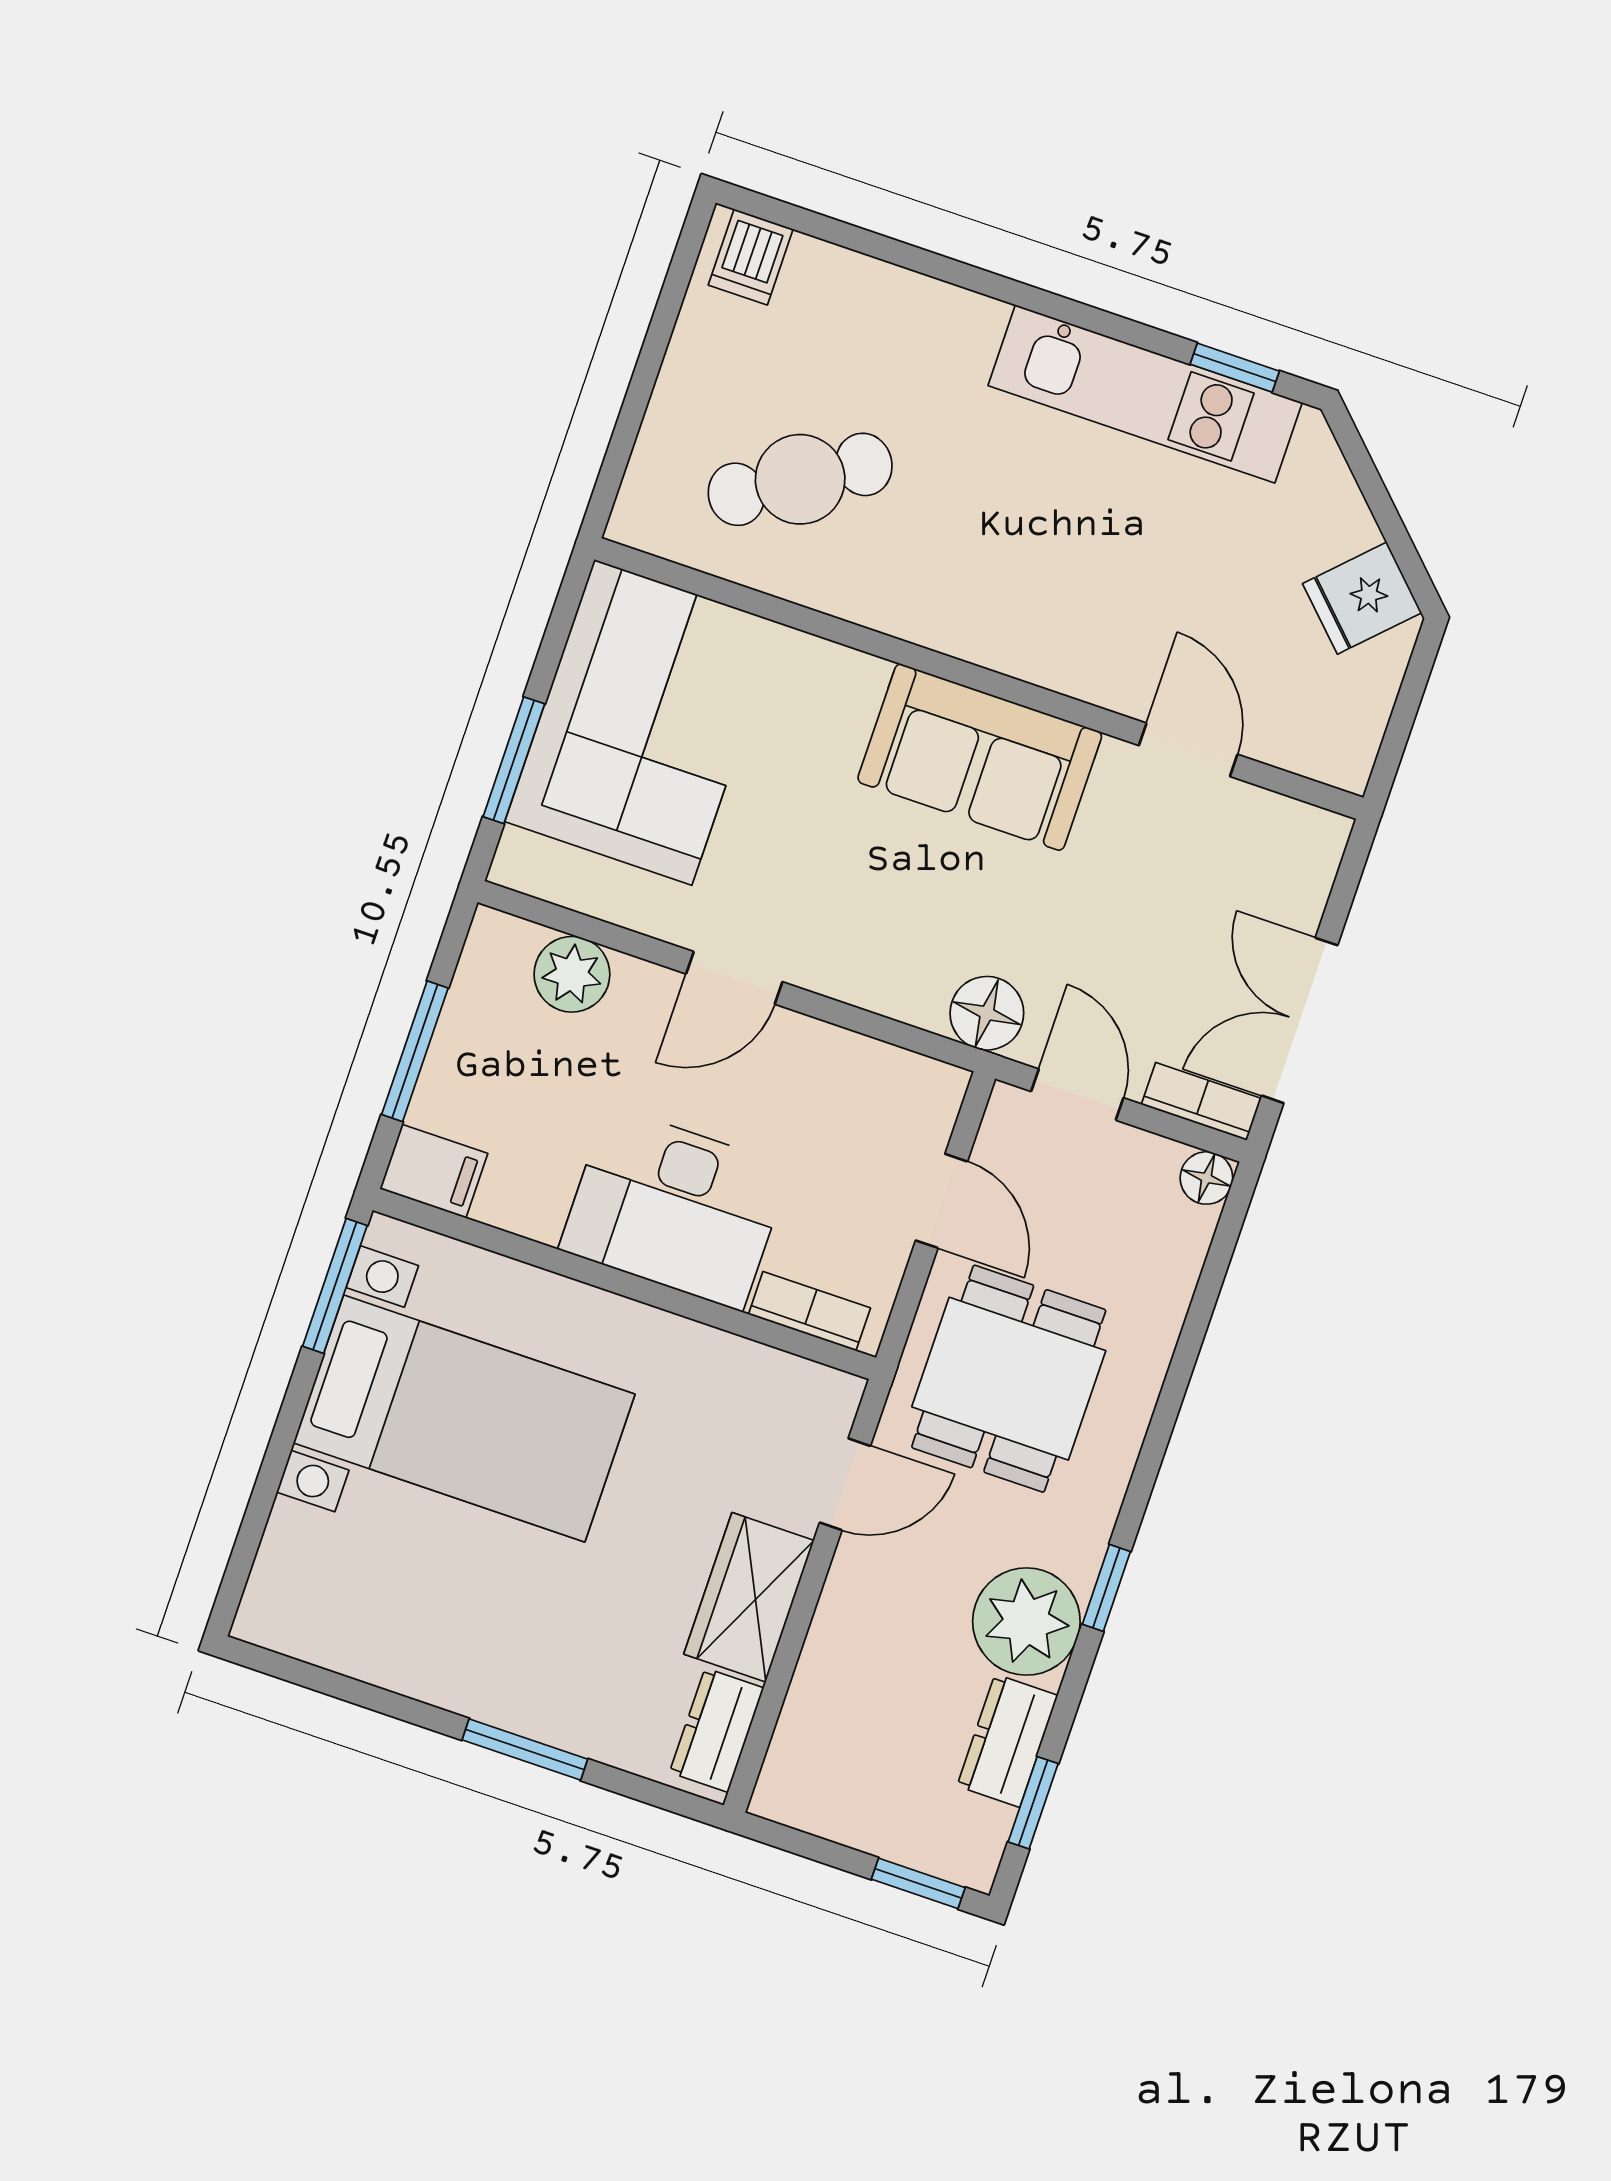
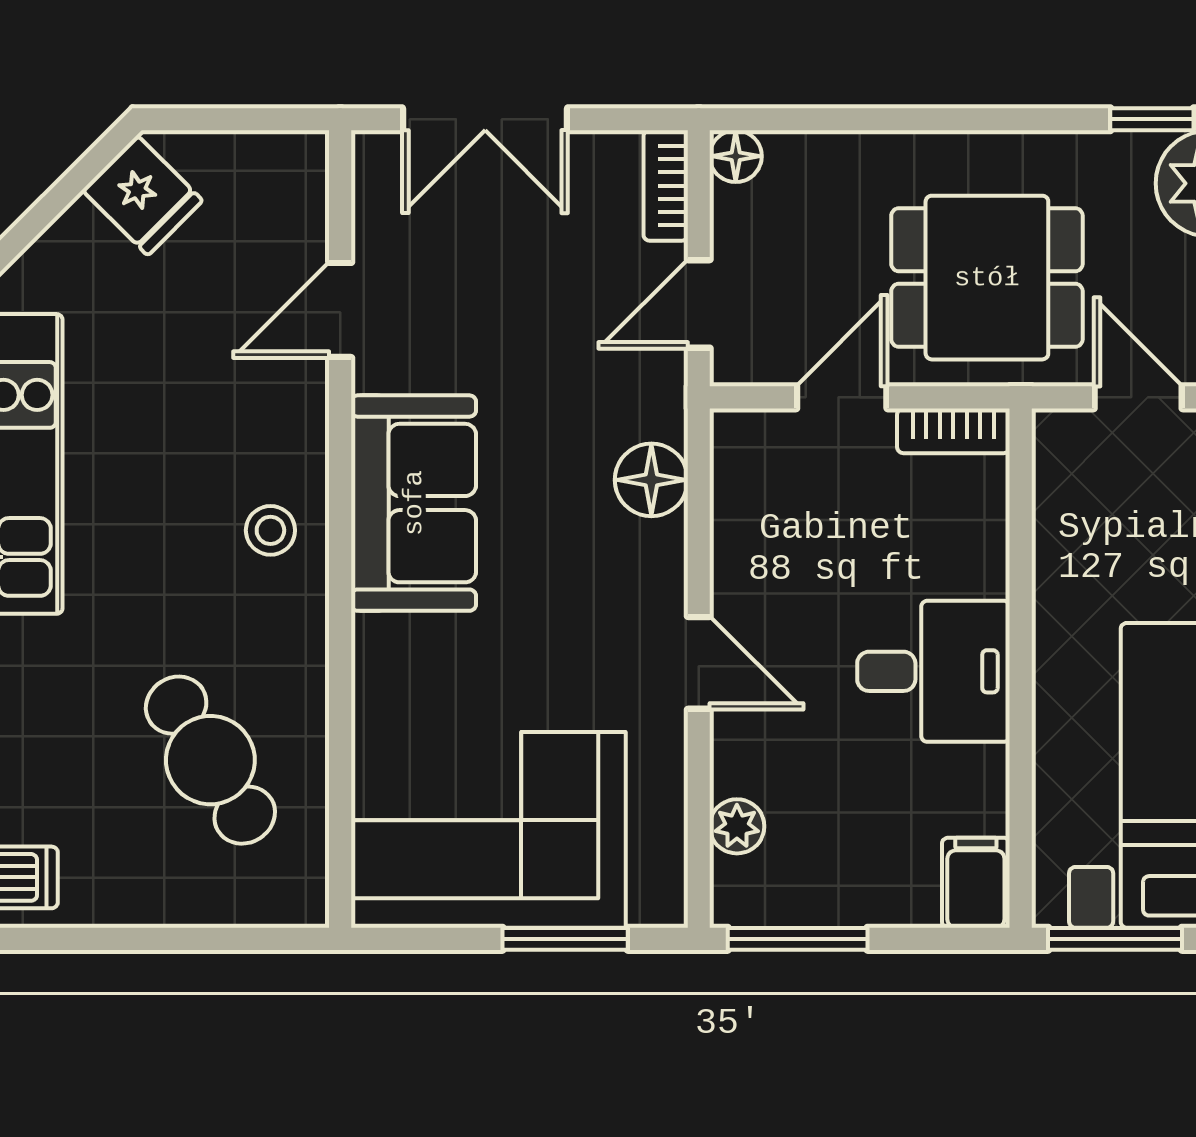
stool: (1000, 611) -> (270, 530), added
plant: (572, 974) -> (737, 826), width x0.73, depth x0.73
floor lamp: (987, 1013) -> (651, 480), moved
double door: (1300, 1020) -> (485, 119), moved
window: (415, 1051) -> (798, 939), moved
desk: (675, 1208) -> (934, 671), width x0.73
bookcase: (809, 1311) -> (953, 431), moved, turned -90

